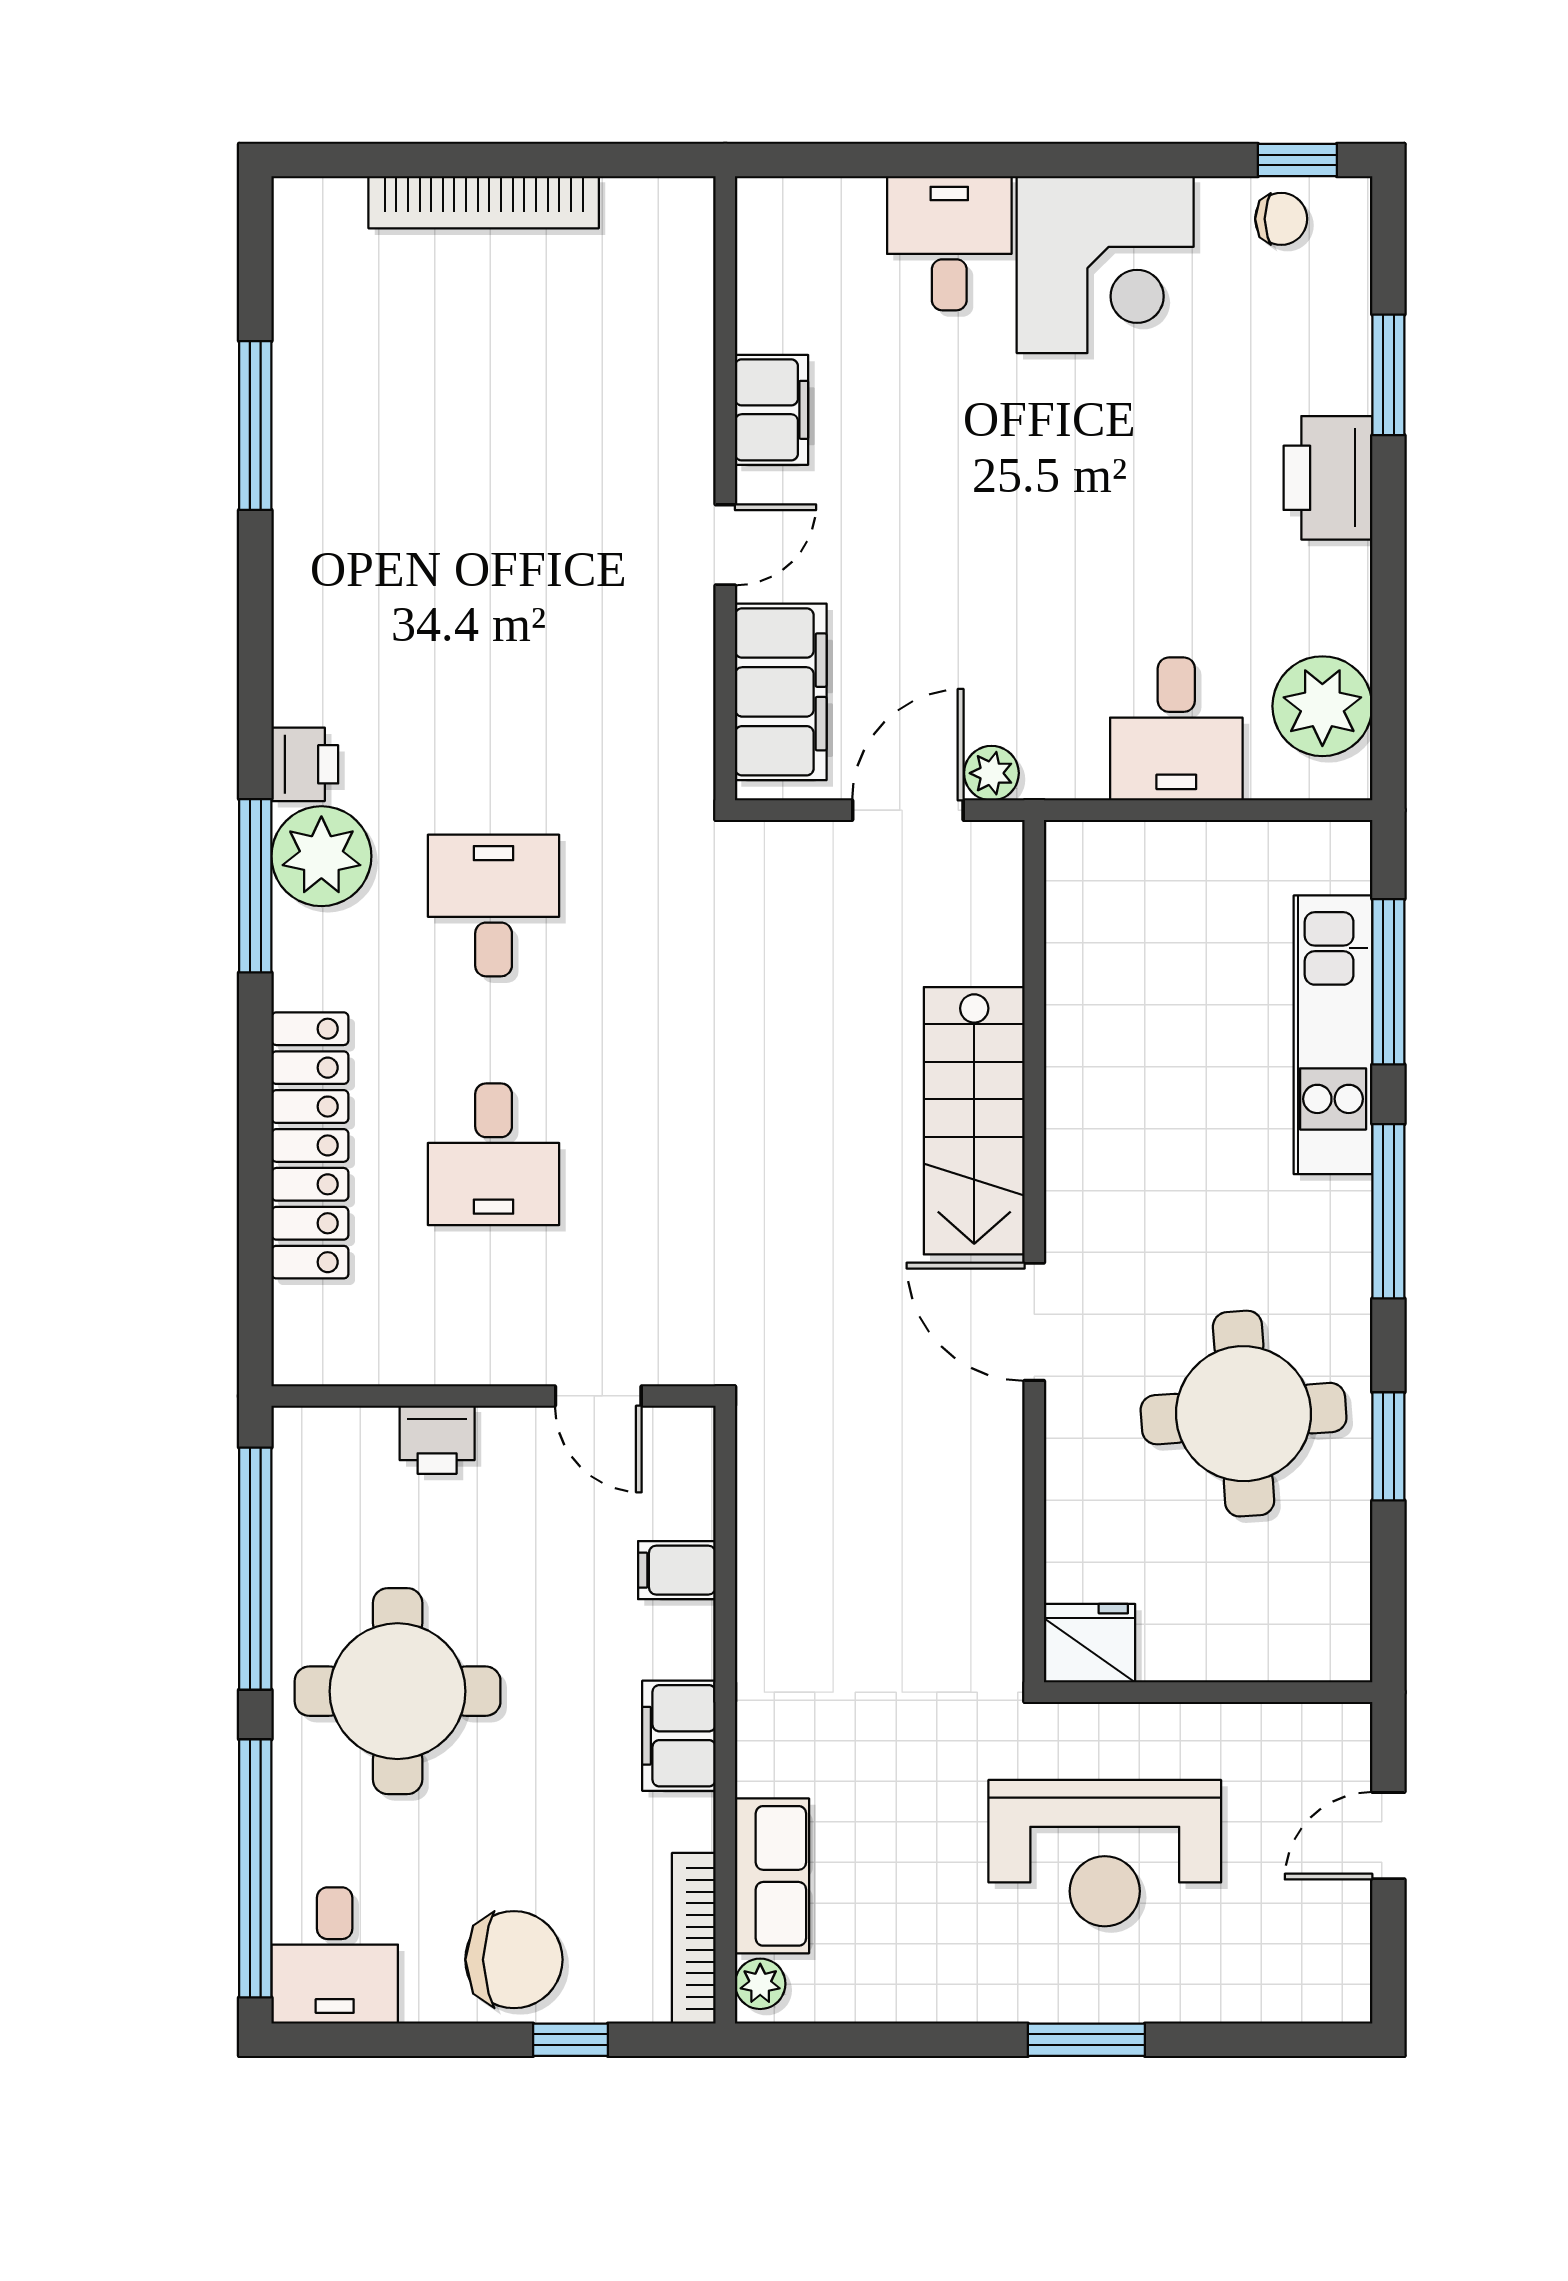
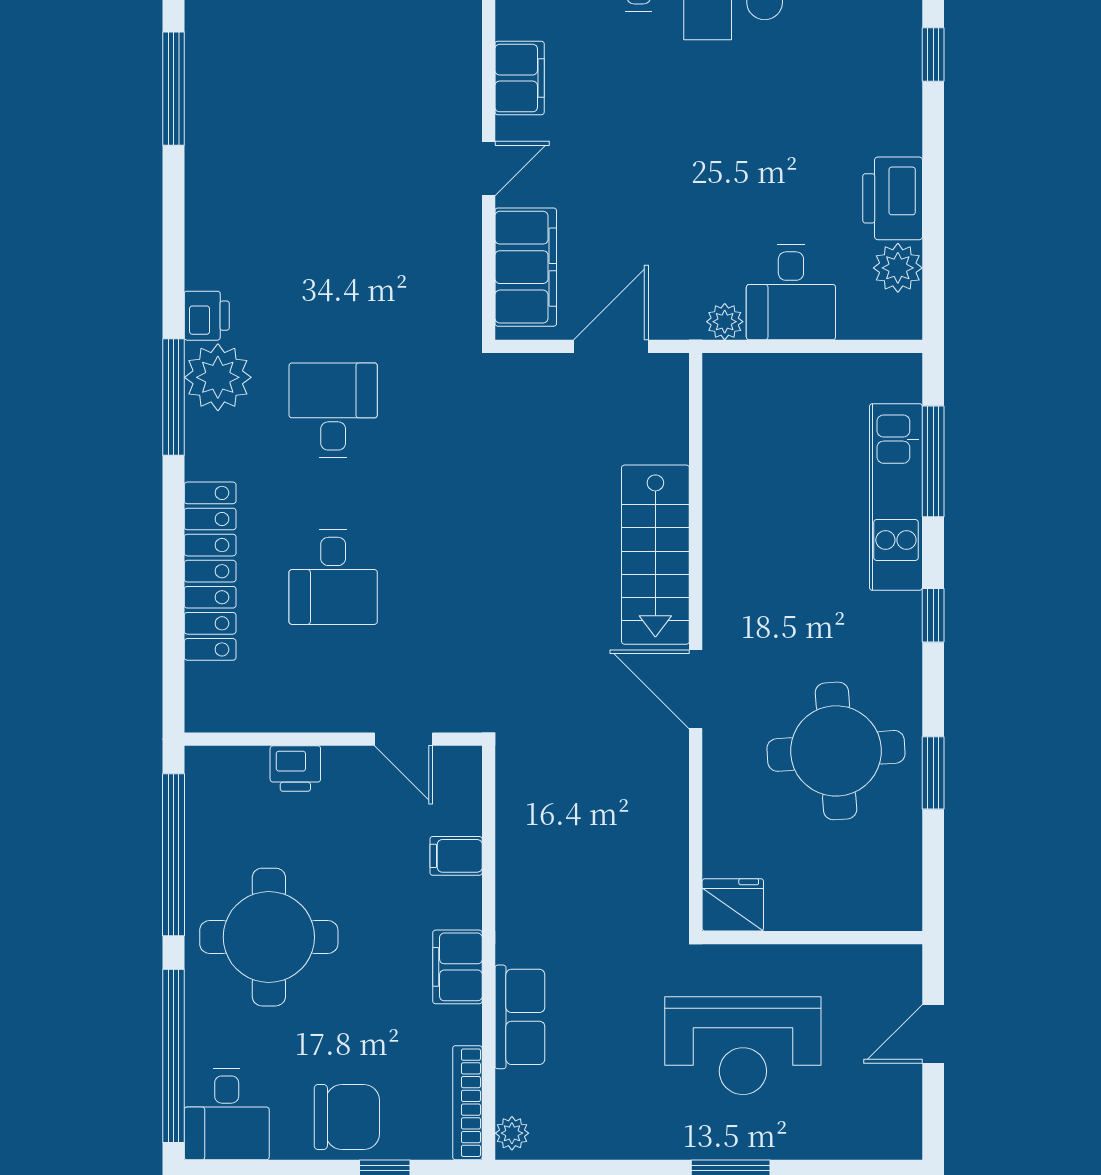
window: (1388, 375) -> (933, 54), width x0.67
printer: (1328, 478) -> (893, 198), moved
plant: (1322, 706) -> (898, 268), width x0.73, depth x0.73
plant: (991, 773) -> (725, 322), moved
window: (1388, 1211) -> (933, 615), width x0.46
row of seats: (772, 1876) -> (520, 1017), moved

